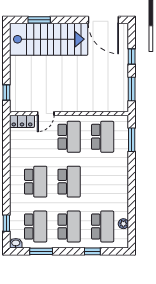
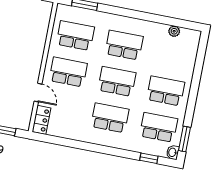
school desk: (103, 226) -> (124, 45), moved
window: (41, 251) -> (184, 139), moved
window: (92, 251) -> (198, 71), removed

